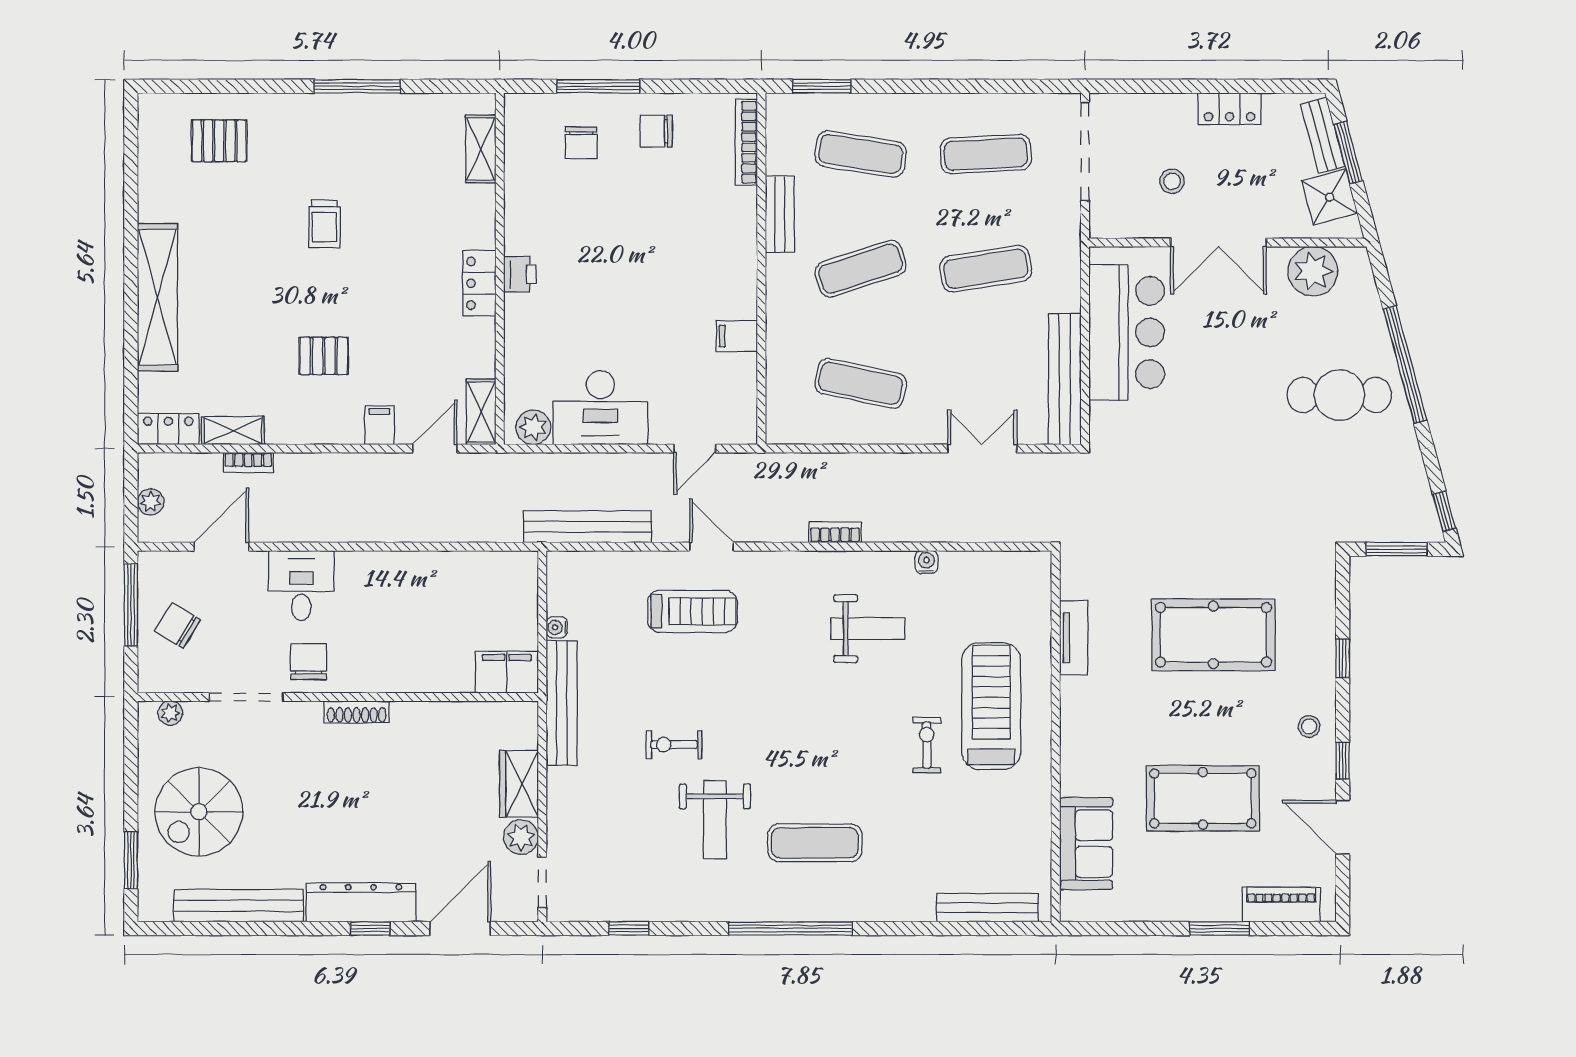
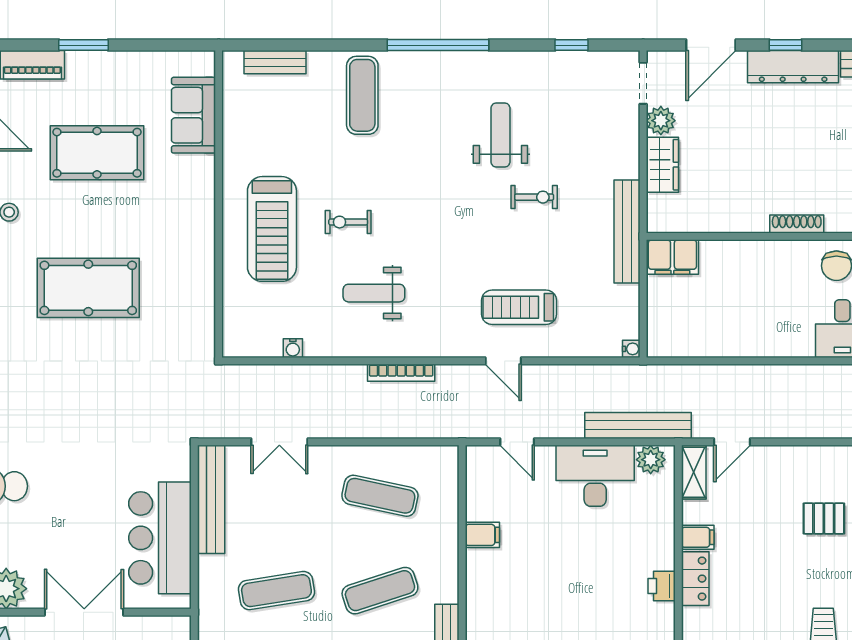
filing cabinet: (379, 425) -> (698, 537), moved, turned -90
door: (695, 449) -> (517, 442), swing flipped
bench: (588, 527) -> (638, 425), moved
bookcase: (835, 532) -> (401, 373), width x1.56
water cooler: (926, 562) -> (293, 348), moved
water cooler: (557, 627) -> (631, 349), moved
tv unit: (1074, 638) -> (204, 285), removed
exercise bike: (927, 745) -> (348, 222), moved, turned 90
exercise mat: (815, 843) -> (362, 95), moved, turned 90
bench: (988, 908) -> (275, 62), width x0.73

